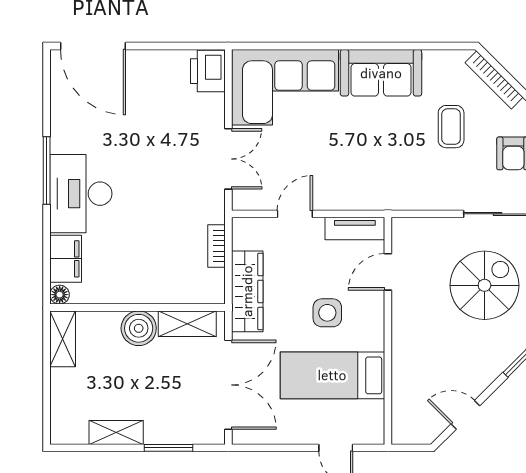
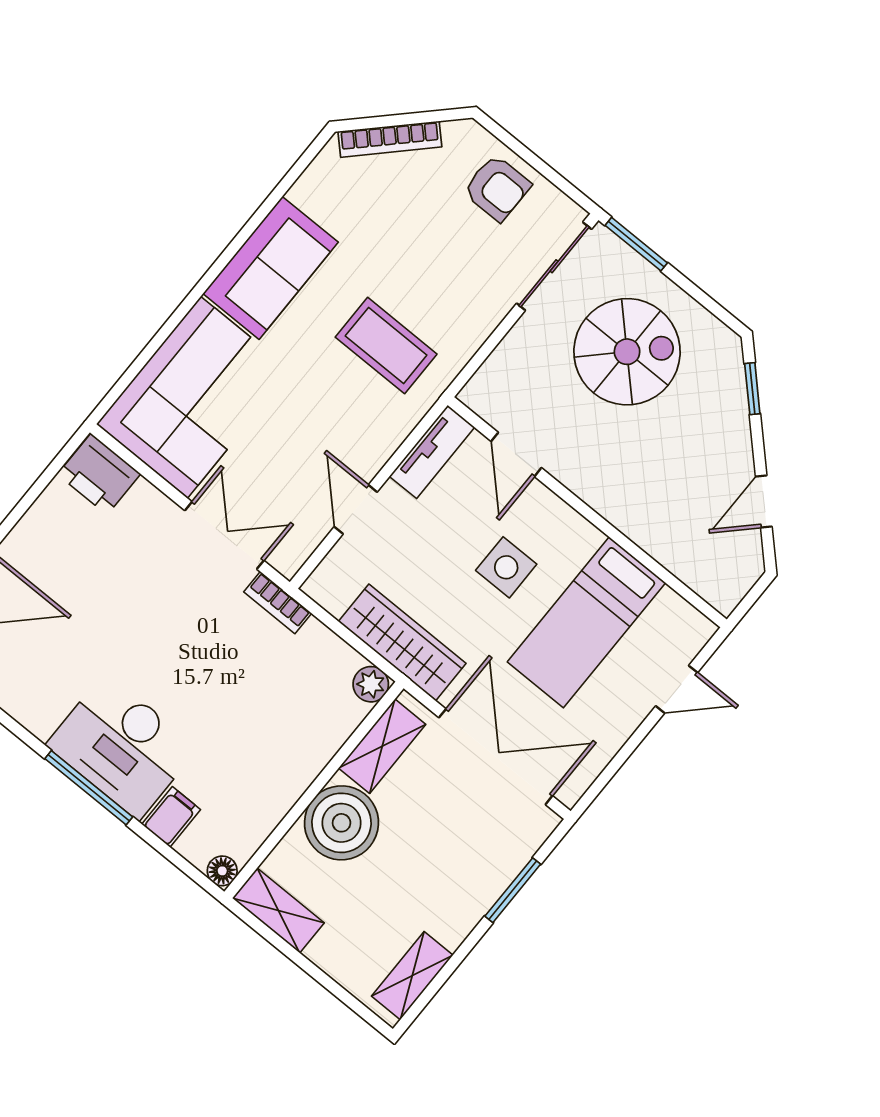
coffee table: (451, 127) -> (386, 346), moved, width x1.36, depth x1.30
window: (47, 170) -> (89, 788), moved
bookcase: (216, 246) -> (278, 603), moved
filing cabinet: (66, 259) -> (171, 817), width x0.50
spiral stairs: (484, 285) -> (627, 352), turned 90
plant: (214, 293) -> (371, 684), added
boiler: (139, 328) -> (341, 823), width x1.37, depth x1.37
shelving: (116, 432) -> (412, 976), moved

